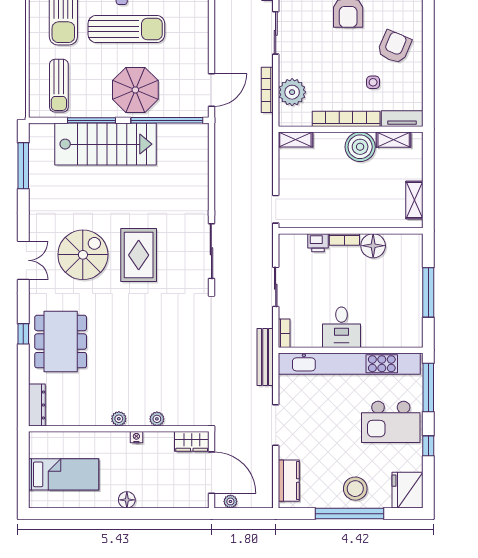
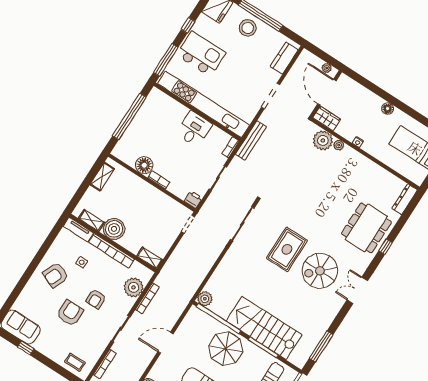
armchair: (328, 50) -> (96, 299), added
door: (211, 90) -> (166, 343), moved
plant: (198, 133) -> (205, 299), added
printer: (318, 243) -> (193, 199), moved
window: (428, 292) -> (129, 116), width x1.46
plant: (119, 419) -> (323, 140), moved, width x1.88, depth x1.88

